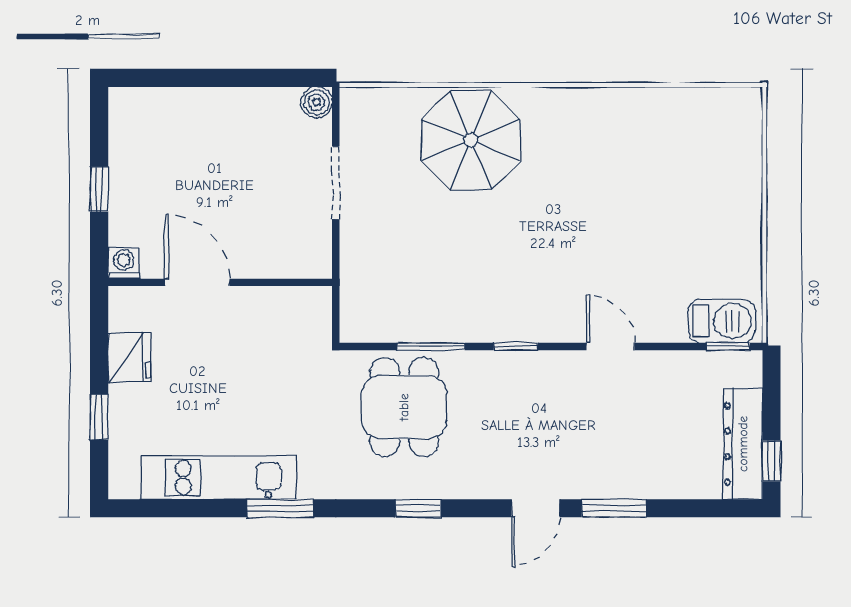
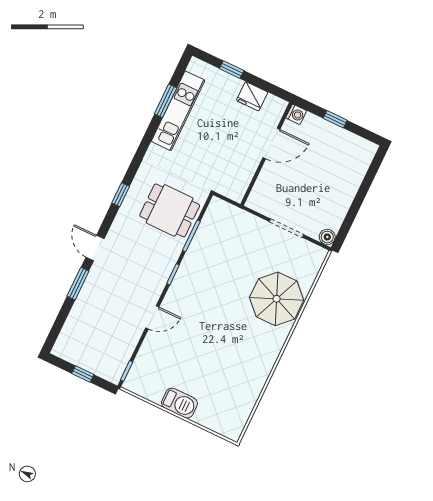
barbecue: (722, 321) -> (179, 403), moved, turned -90
dresser: (743, 444) -> (79, 356), removed
window: (772, 461) -> (83, 374), moved
window: (280, 508) -> (166, 101), moved

